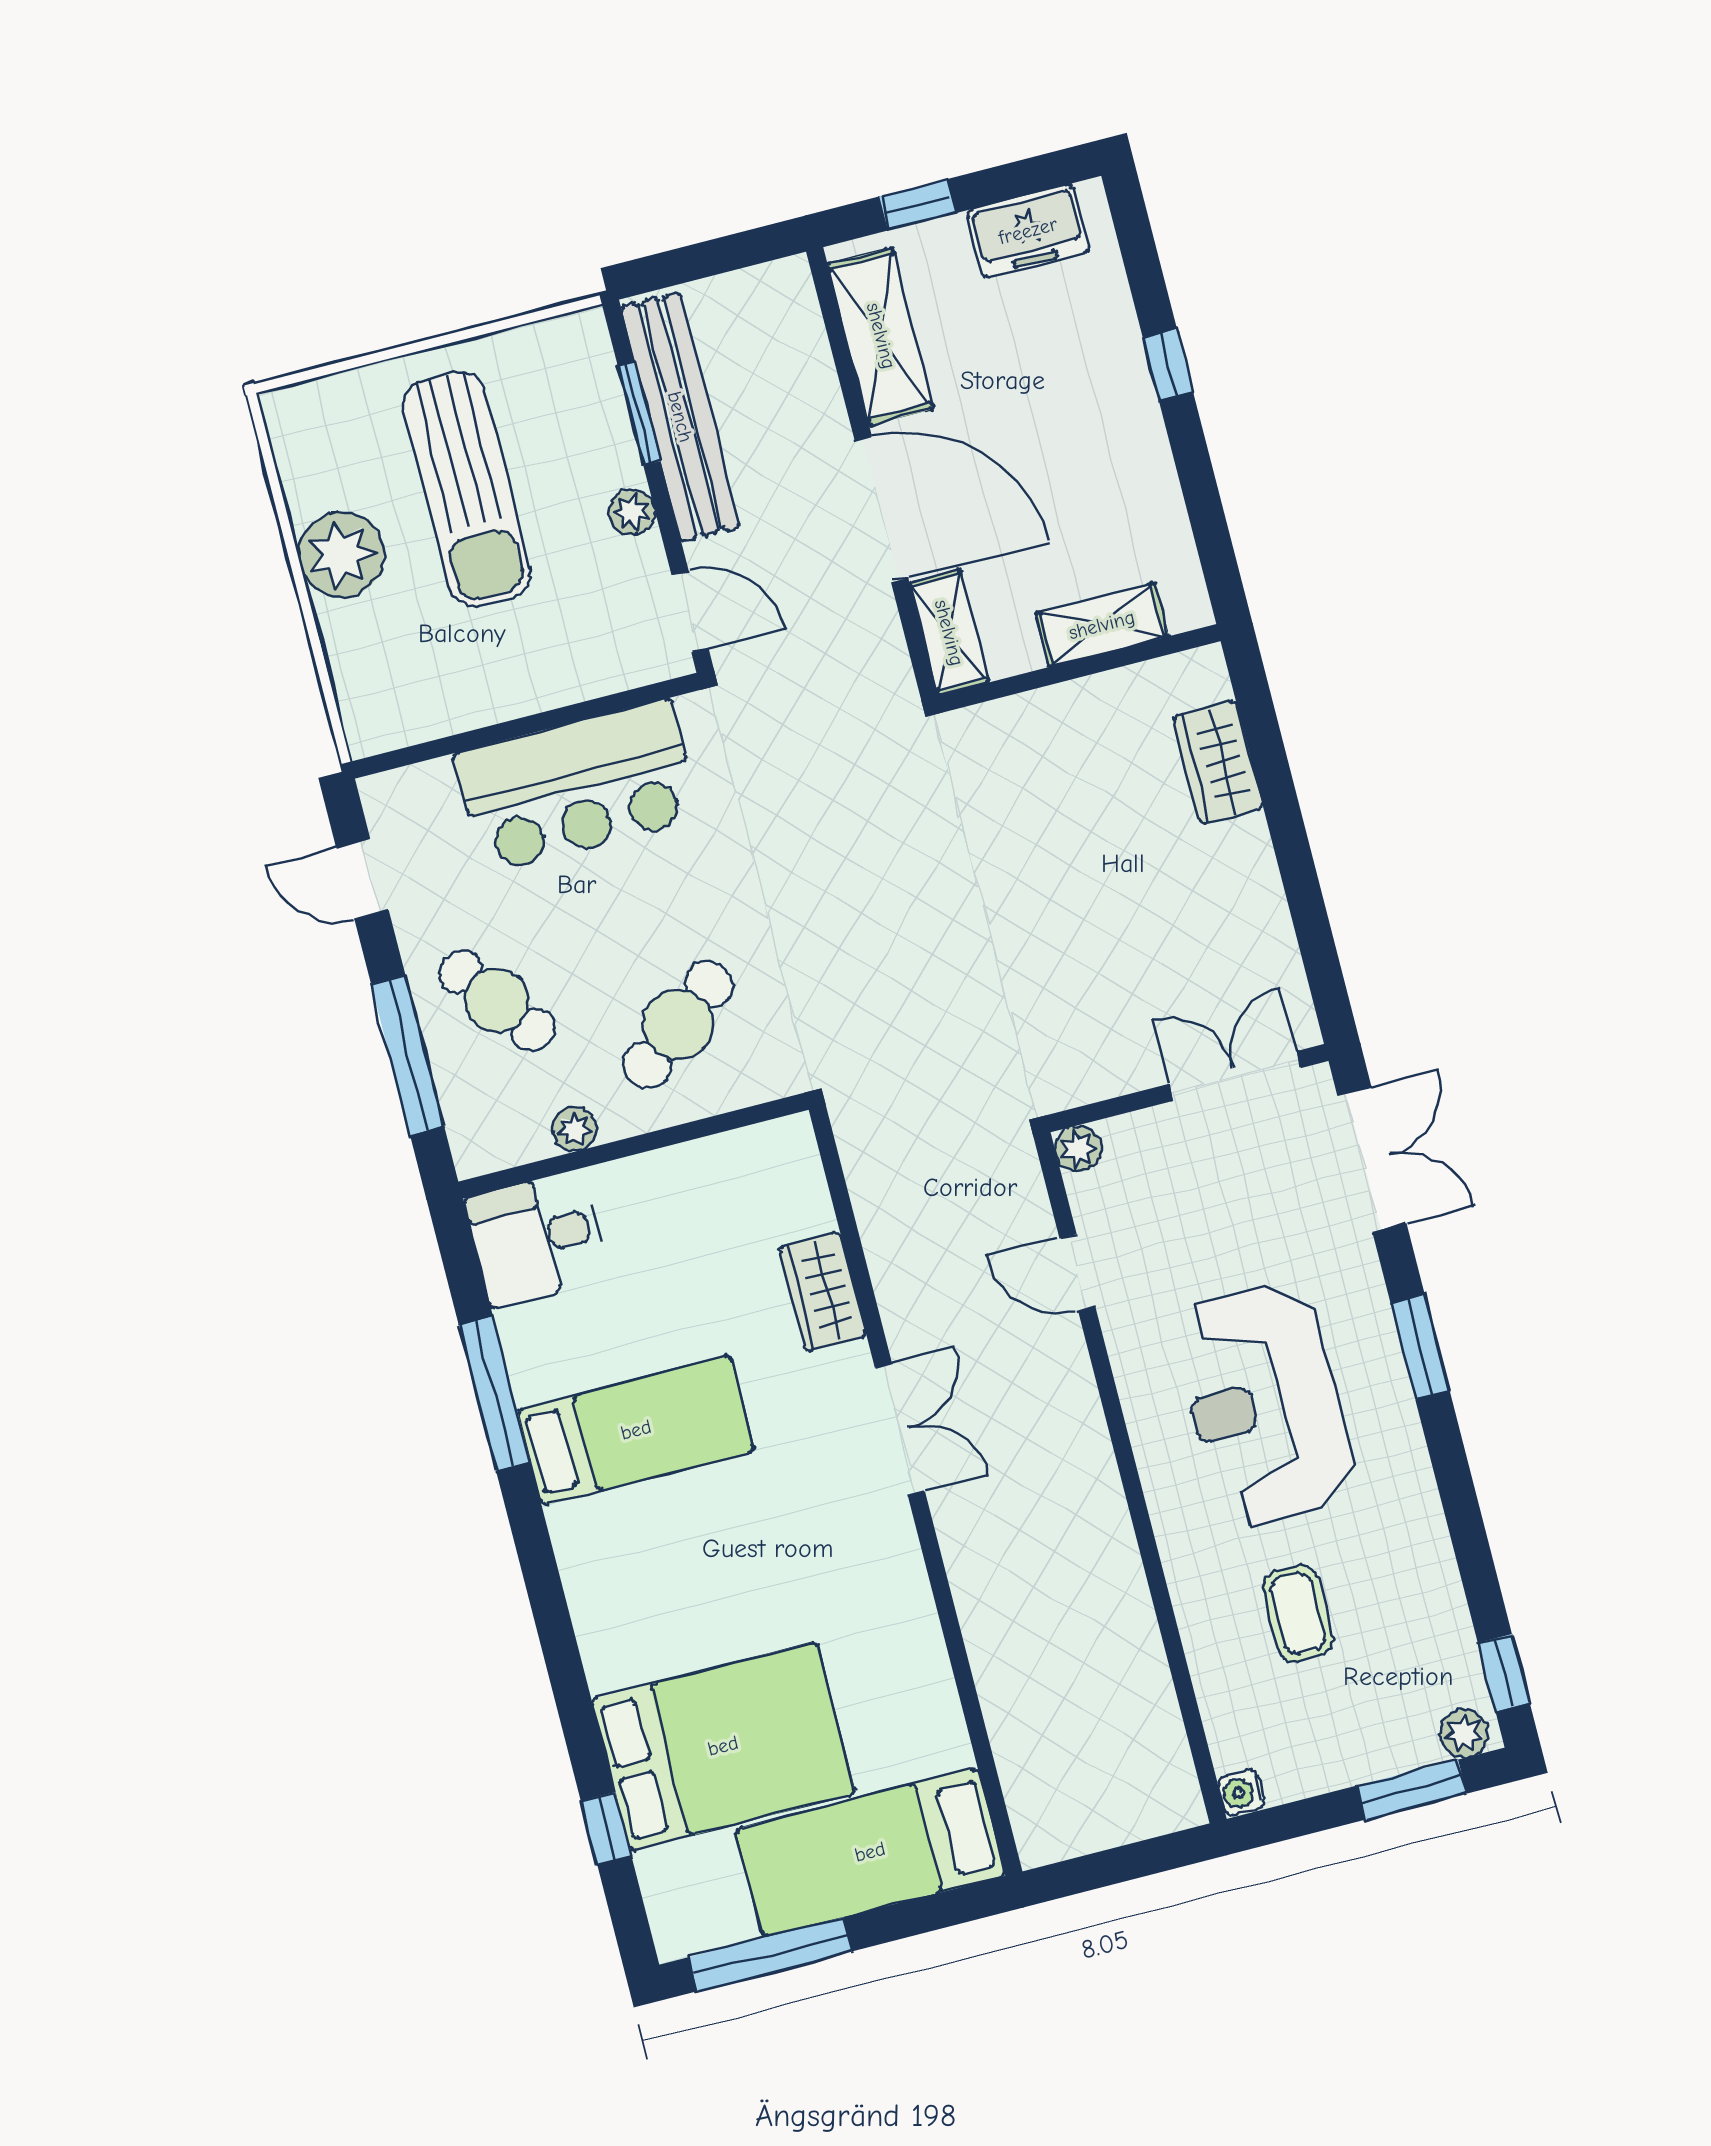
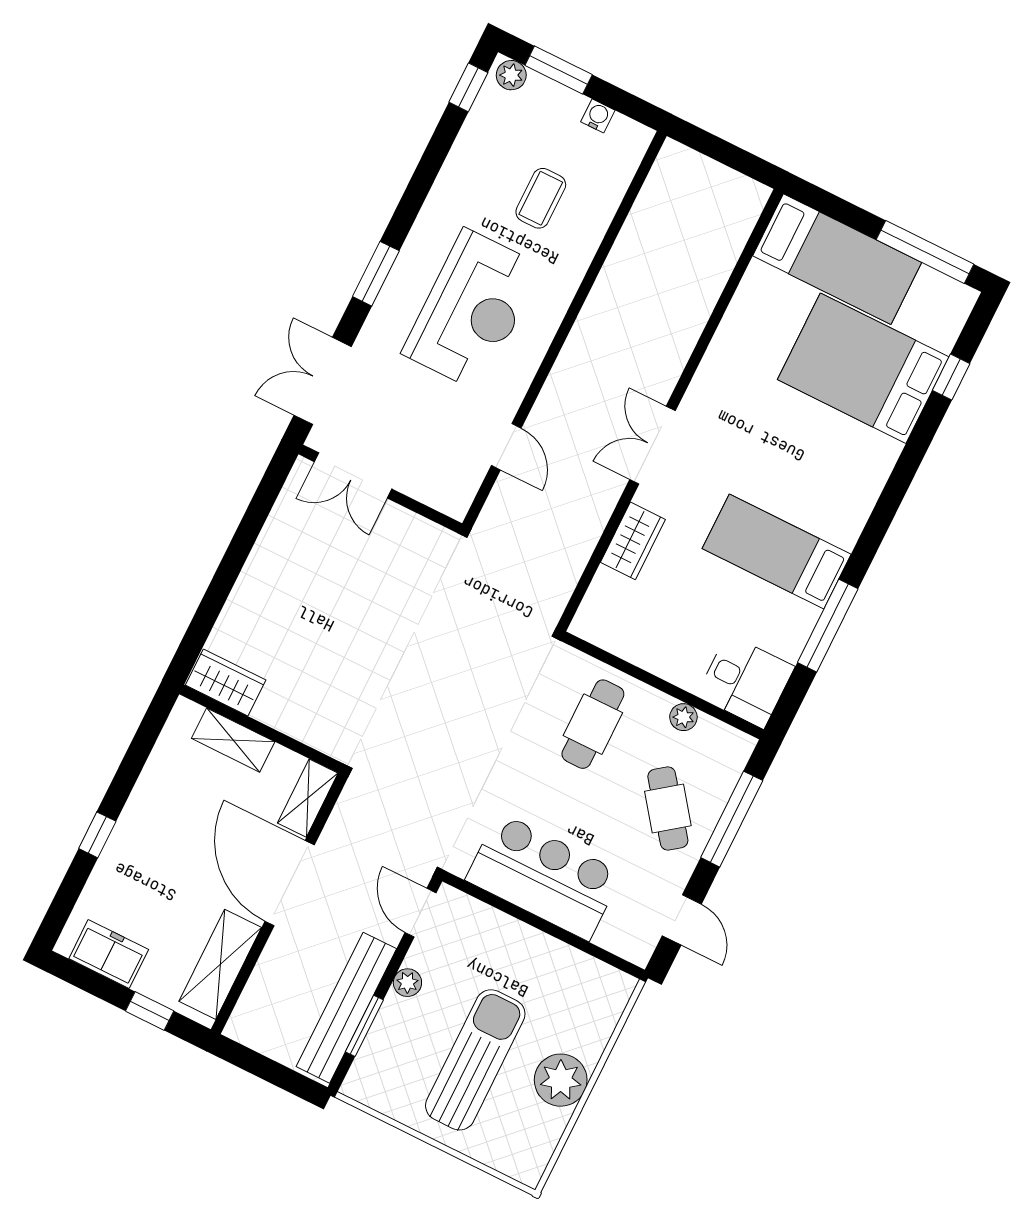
wardrobe: (1218, 762) -> (226, 682), moved, turned -90
cafe table: (678, 1025) -> (593, 724), turned -52
plant: (1078, 1149) -> (456, 504), removed
water cooler: (1241, 1792) -> (598, 116), moved, turned -90

